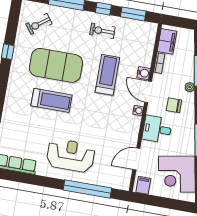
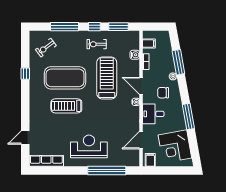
filing cabinet: (167, 41) -> (149, 43), width x0.50
water cooler: (144, 73) -> (135, 55), moved
treadmill: (107, 75) -> (107, 78), width x1.37, depth x1.38
treadmill: (52, 100) -> (66, 106), turned 180

